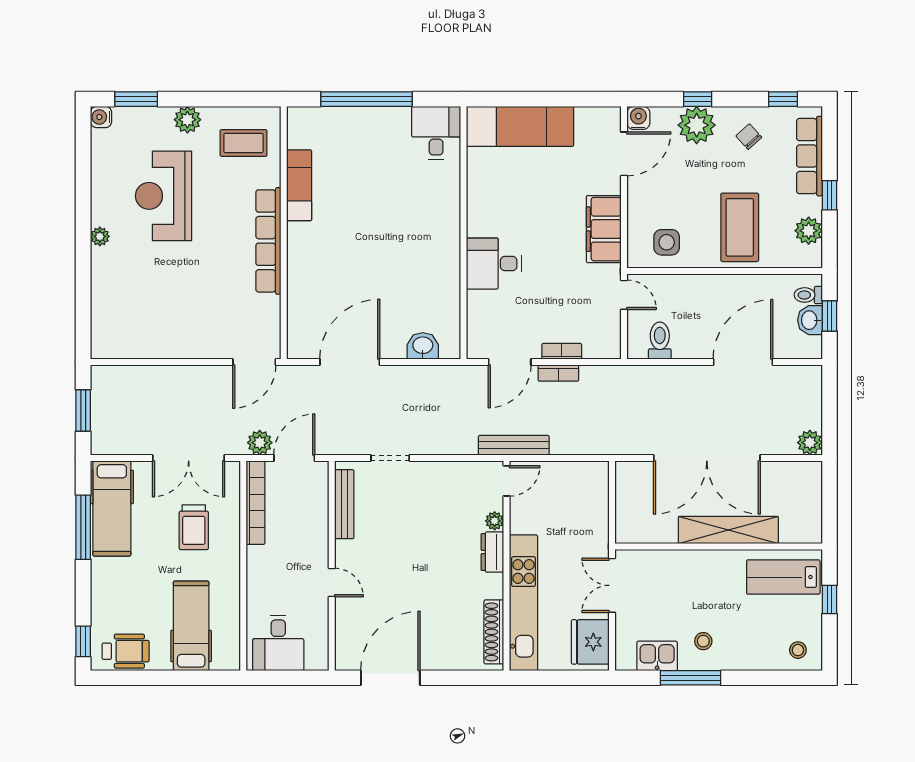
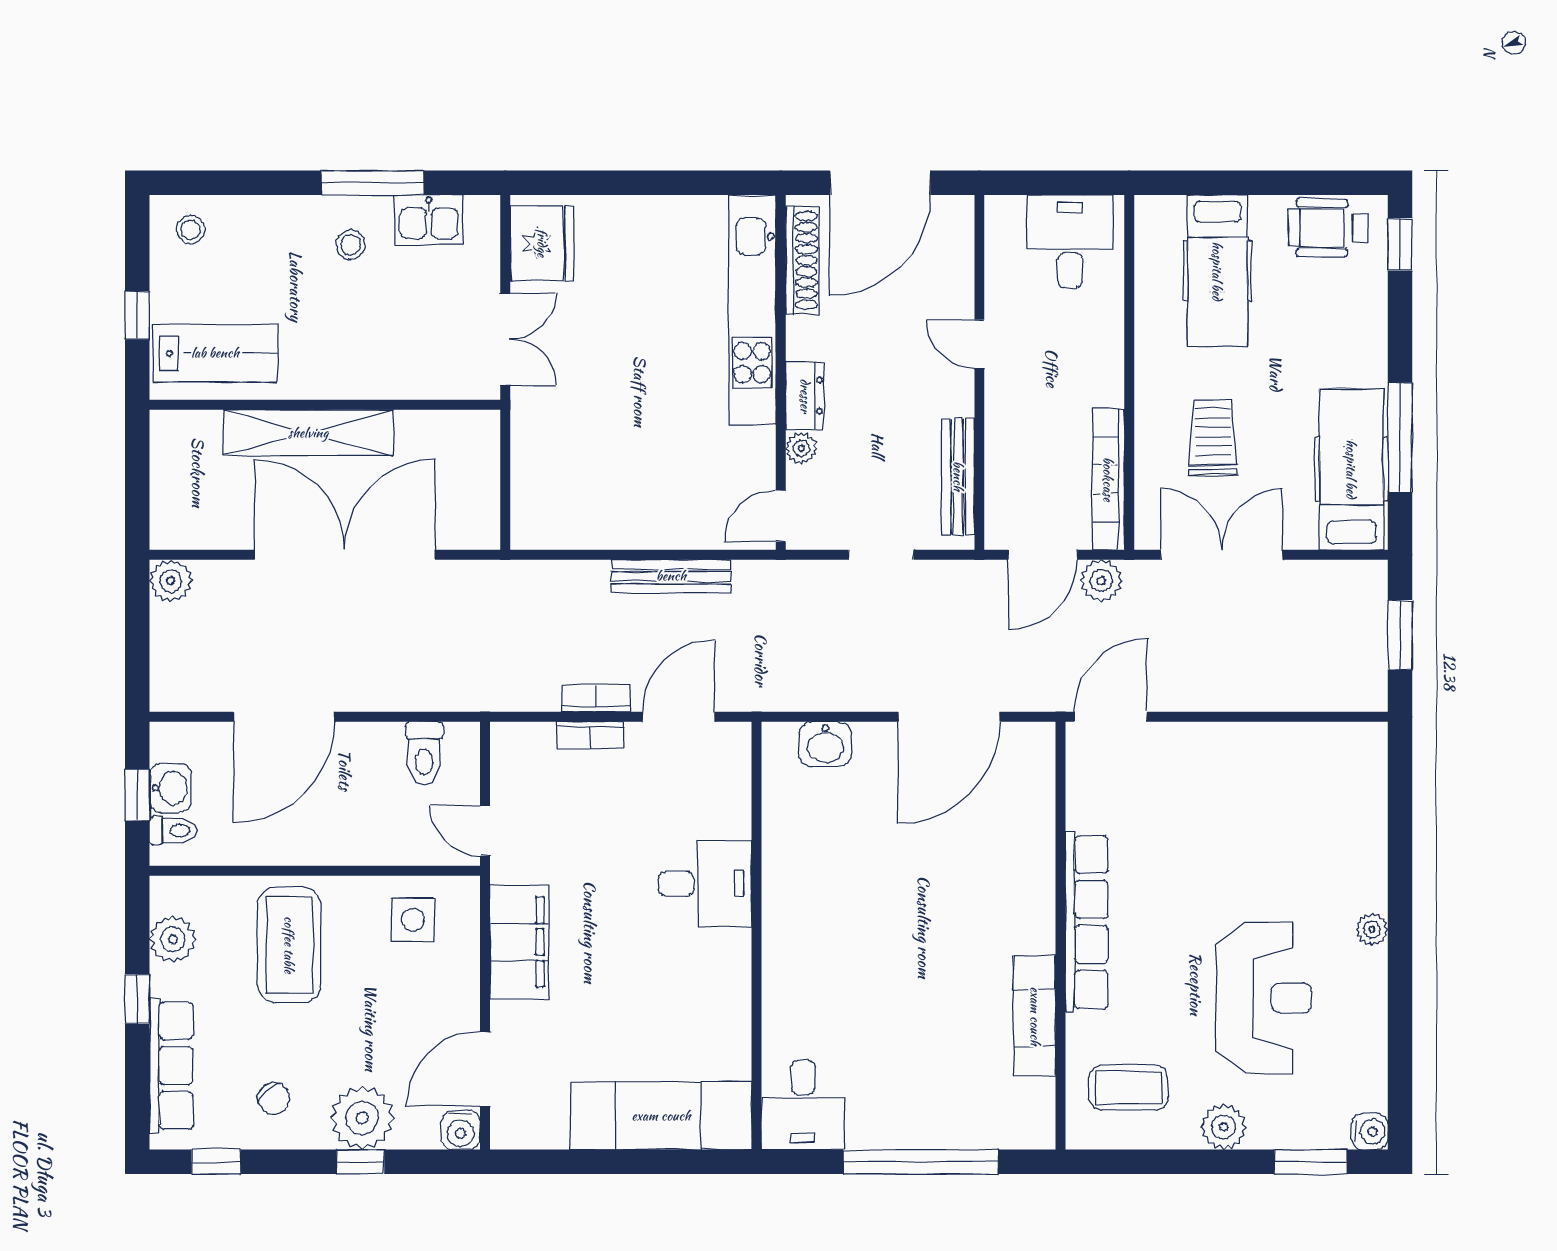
door: (507, 481) -> (781, 516), moved
plant: (495, 521) -> (801, 448), moved
dresser: (492, 552) -> (805, 396), moved
wall: (507, 566) -> (781, 372), moved
kitchen unit: (524, 603) -> (752, 310), moved
shoe rack: (494, 632) -> (802, 260), moved

